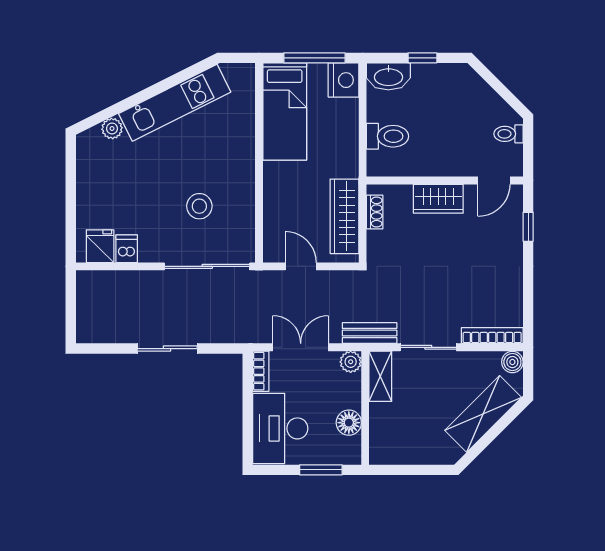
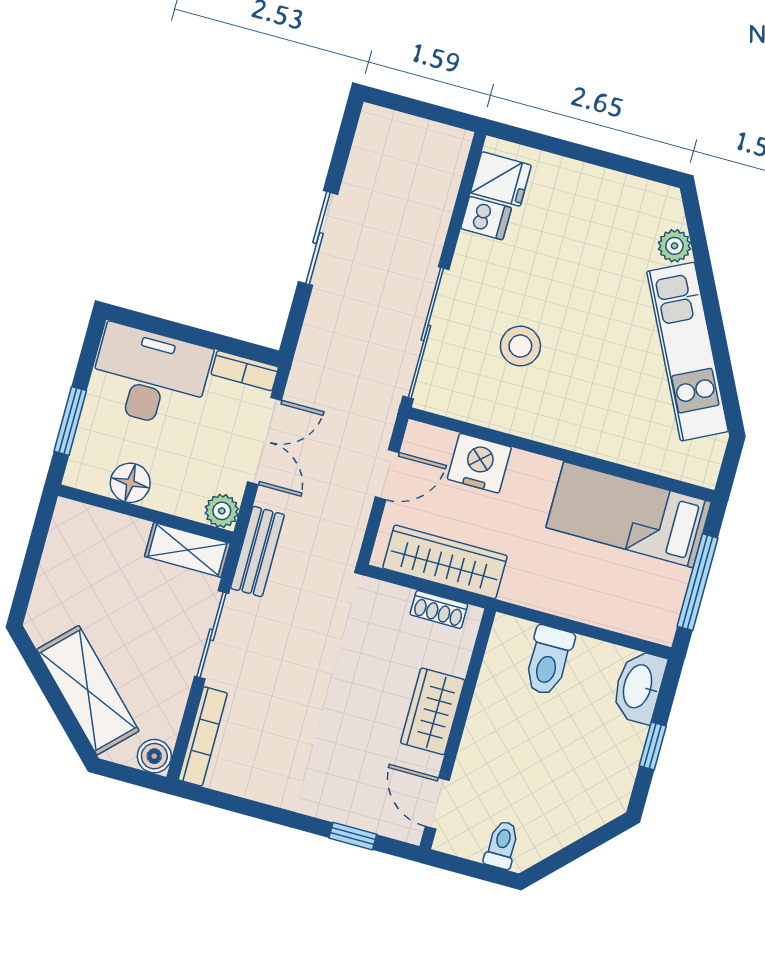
nightstand: (344, 80) -> (479, 463), moved, turned 180

